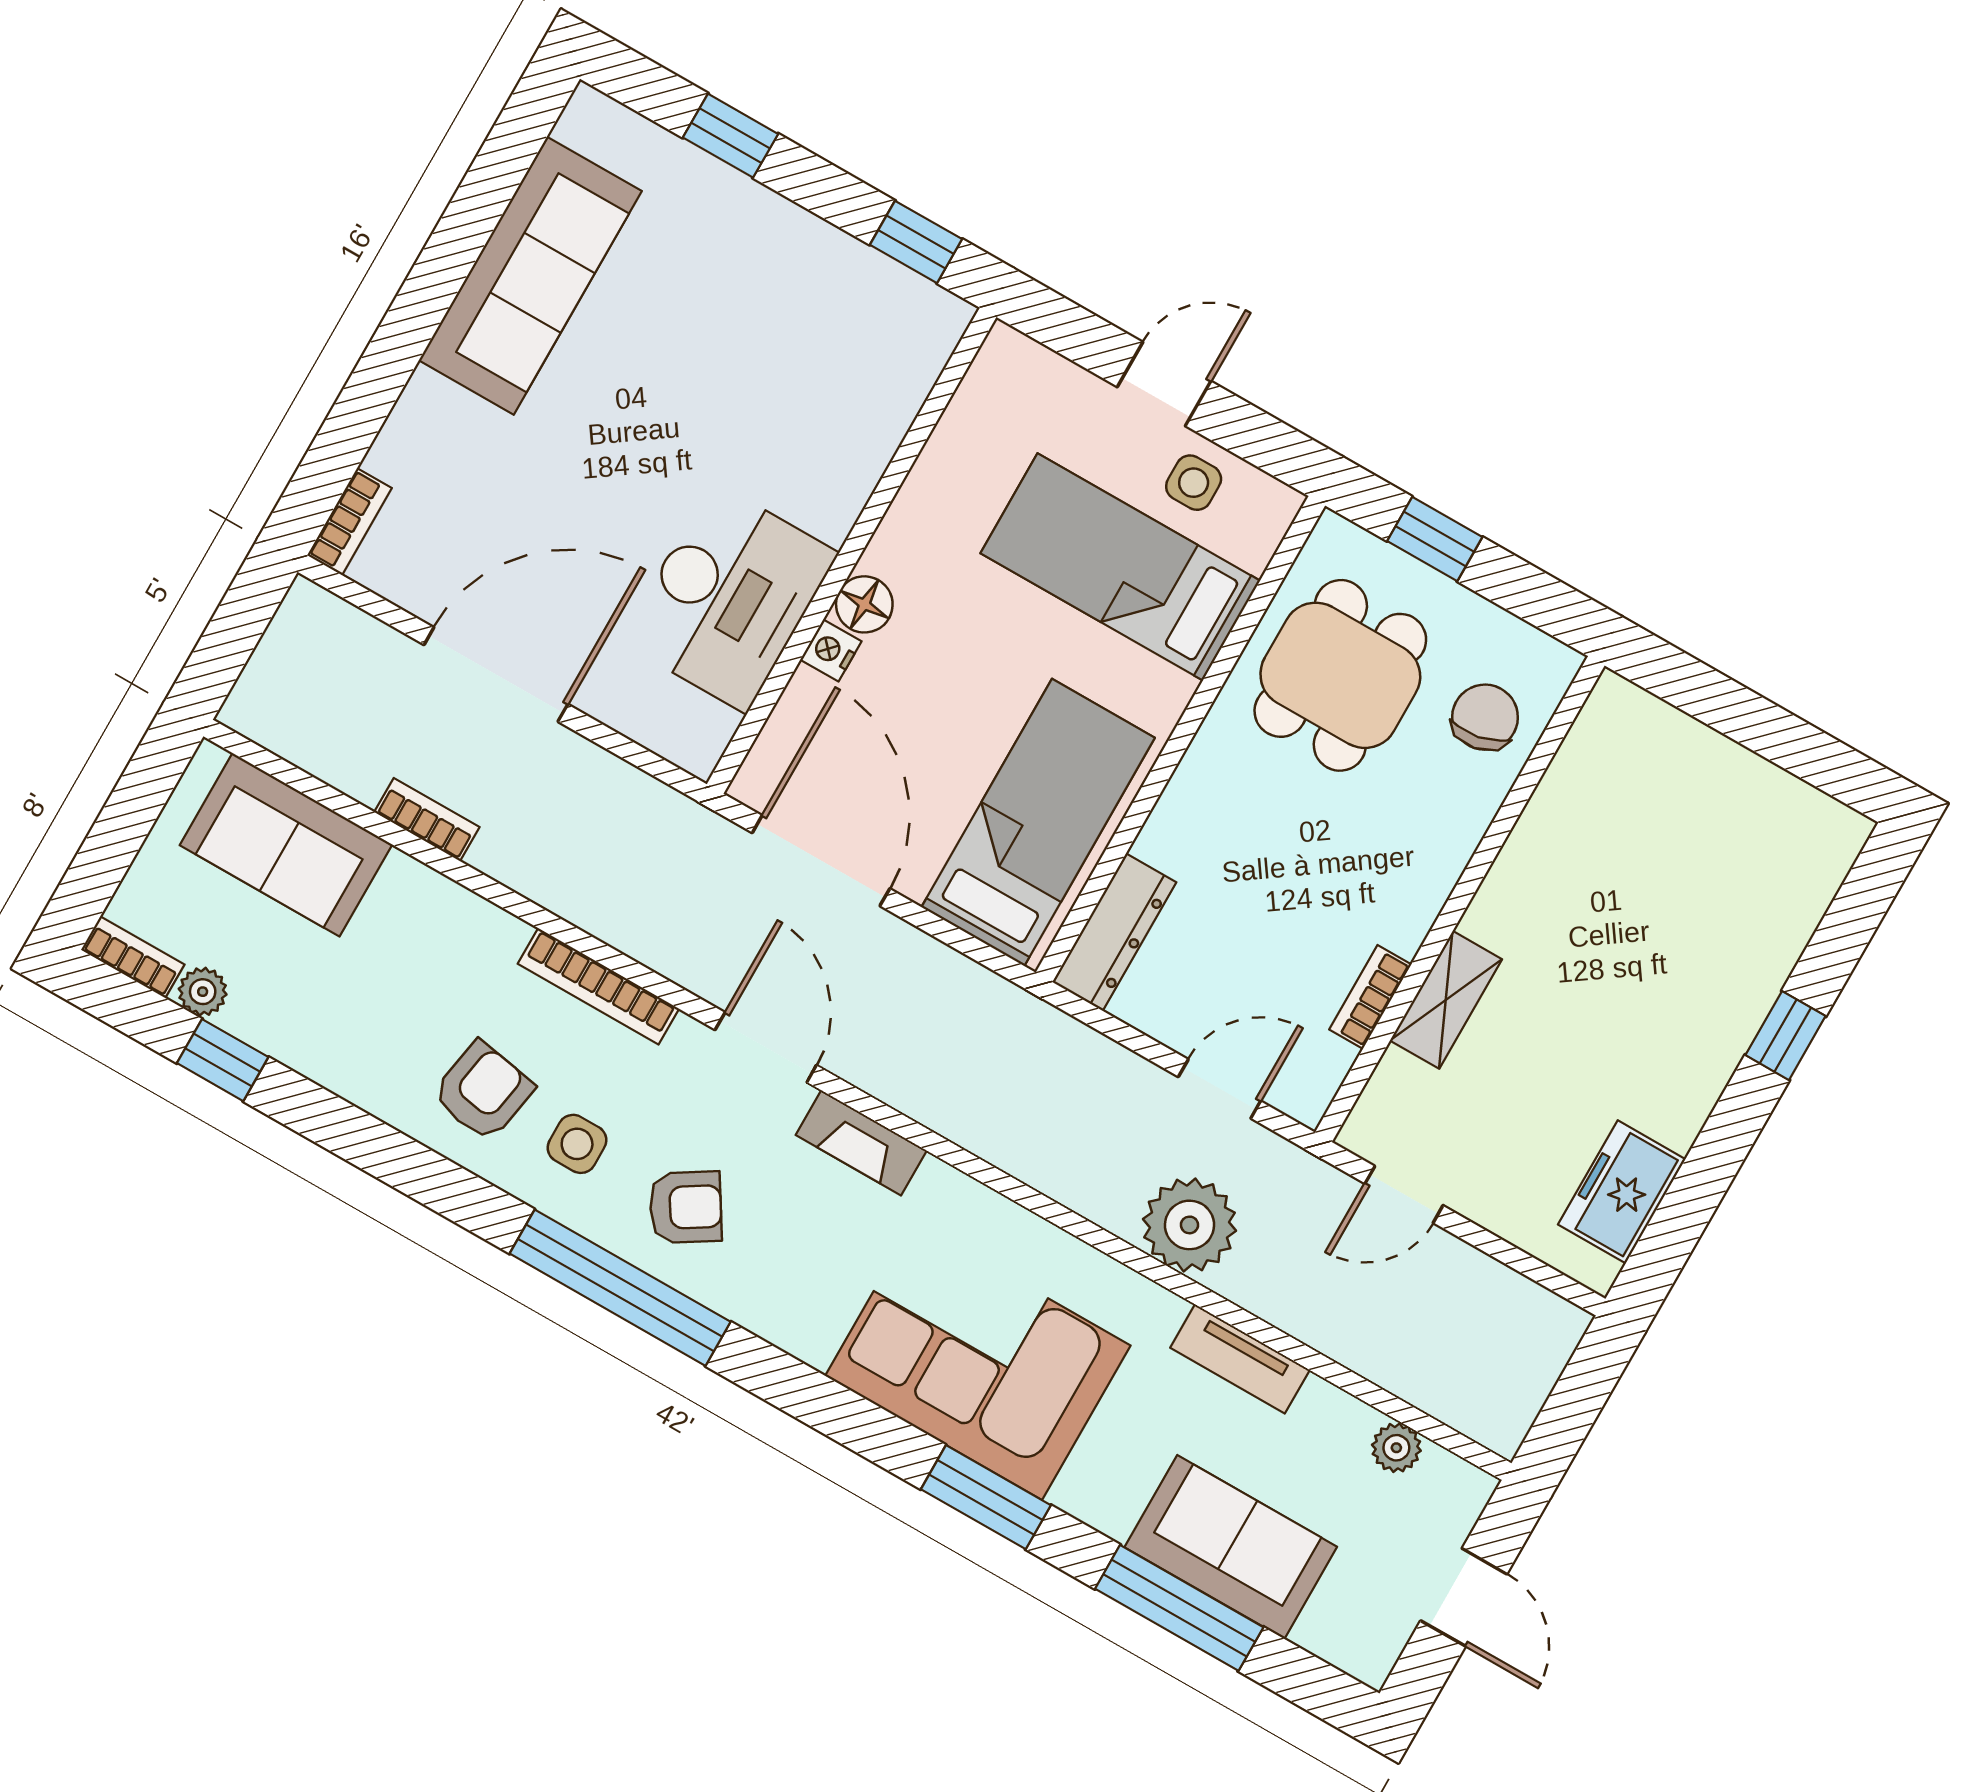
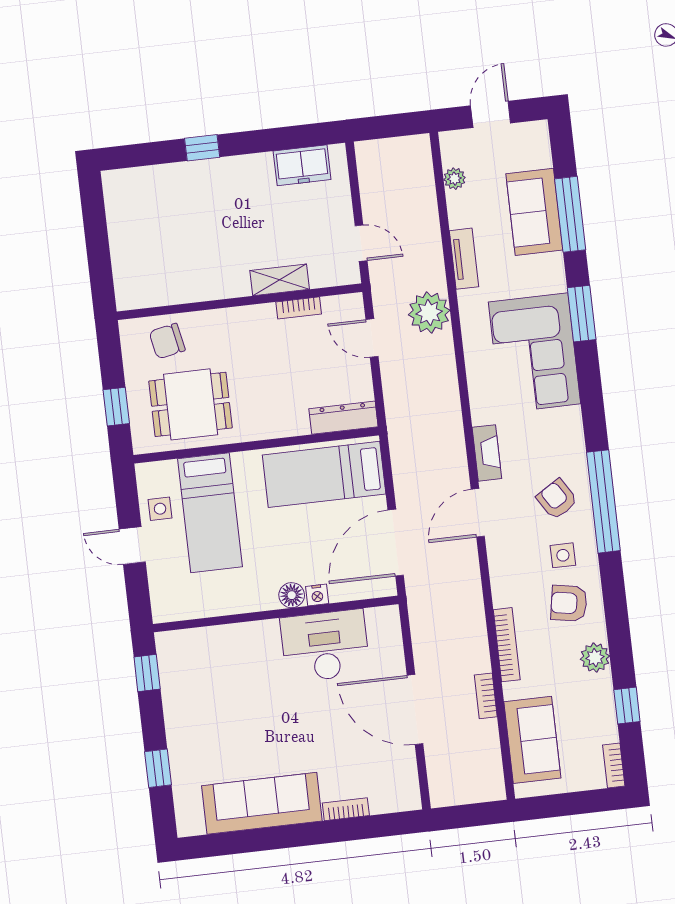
bookcase: (349, 522) -> (346, 809), moved
bookcase: (598, 986) -> (507, 645), moved
plant: (203, 992) -> (595, 658), moved, width x1.38, depth x1.38

